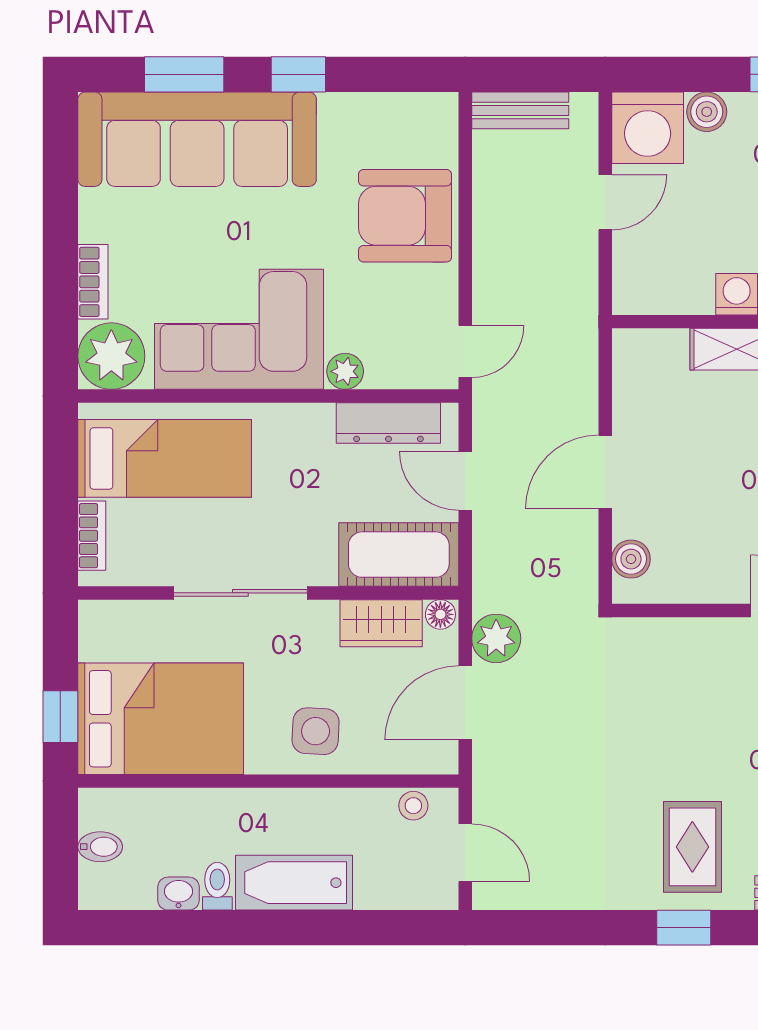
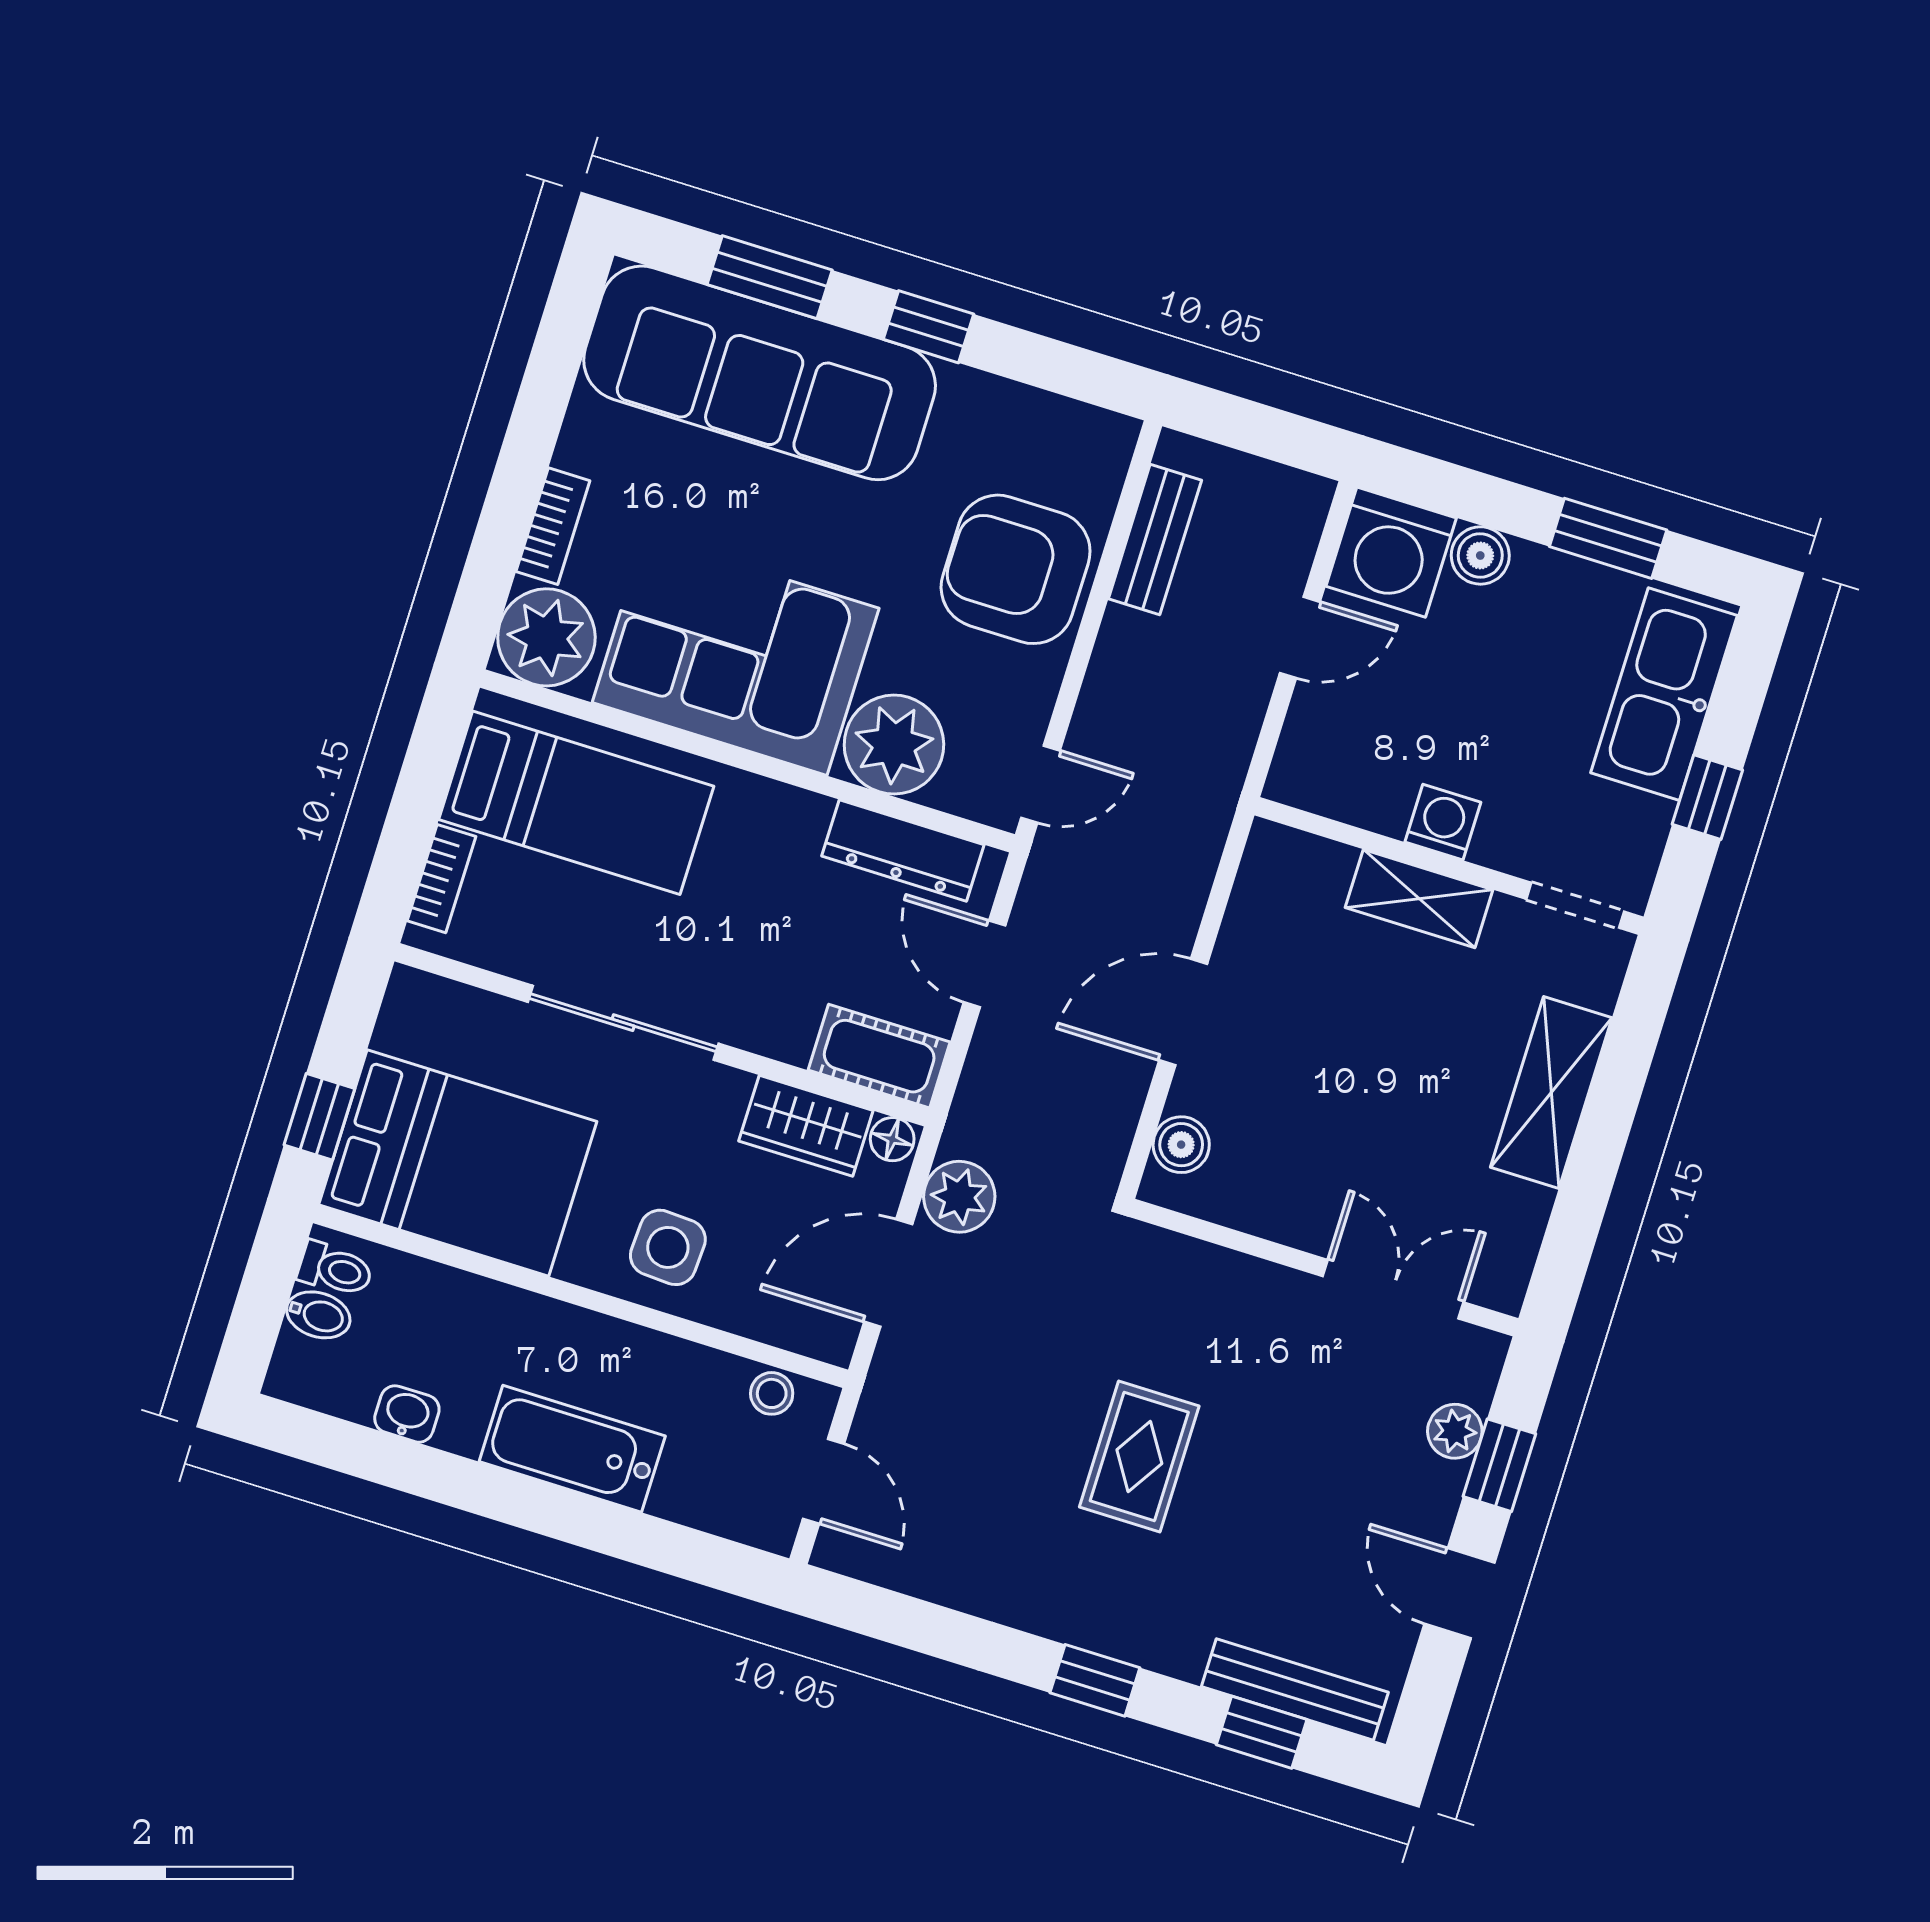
bench: (520, 110) -> (1155, 539), moved, turned 90
plant: (345, 371) -> (894, 745), width x1.88, depth x1.88
cot: (399, 555) -> (879, 1056), width x0.73, depth x0.75
rug: (692, 847) -> (1139, 1457), moved
toilet: (217, 886) -> (335, 1269), moved, turned 90

